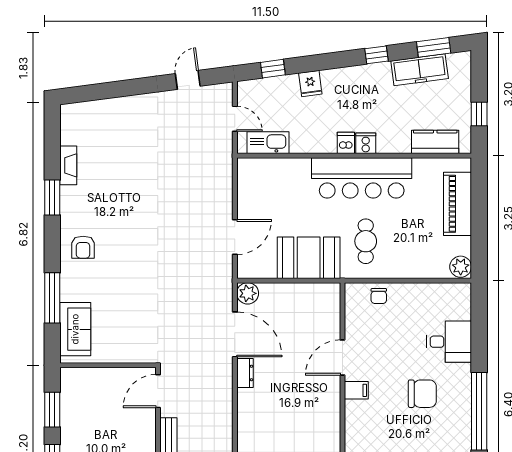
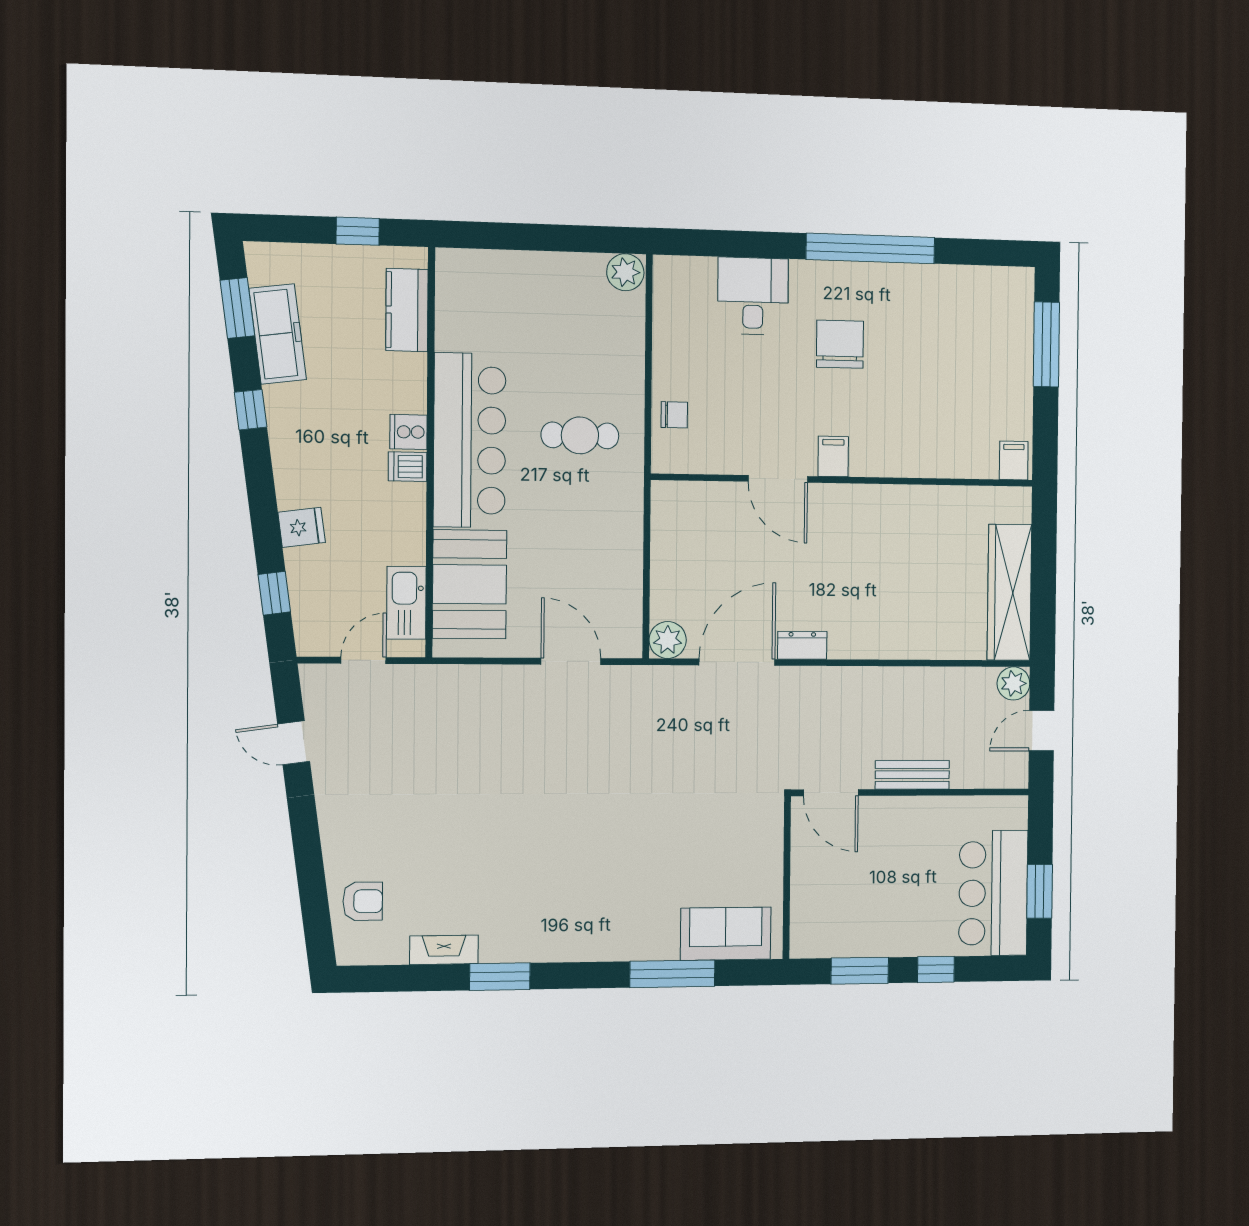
piano: (458, 204) -> (516, 274), removed
armchair: (83, 247) -> (363, 901), moved
booth: (309, 258) -> (470, 584), moved

